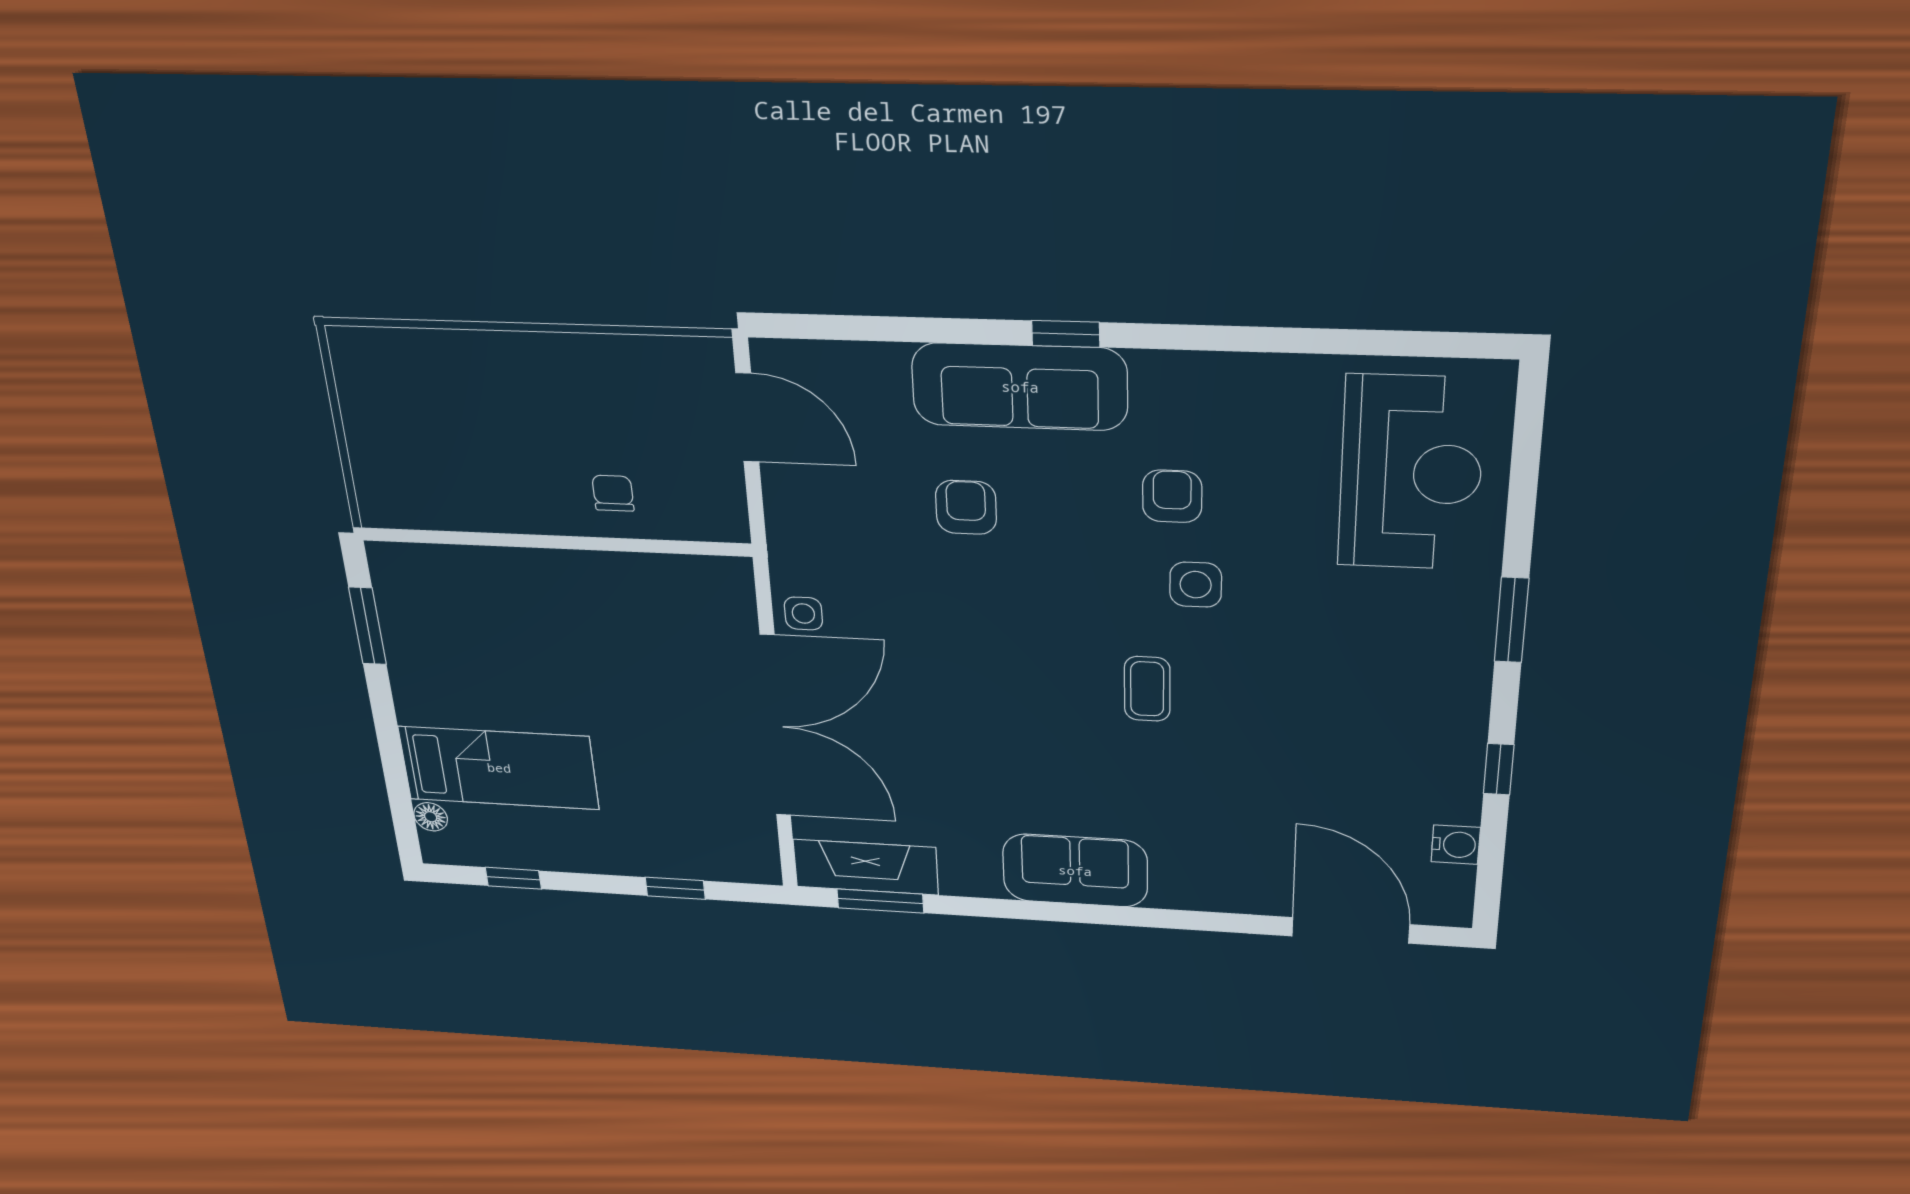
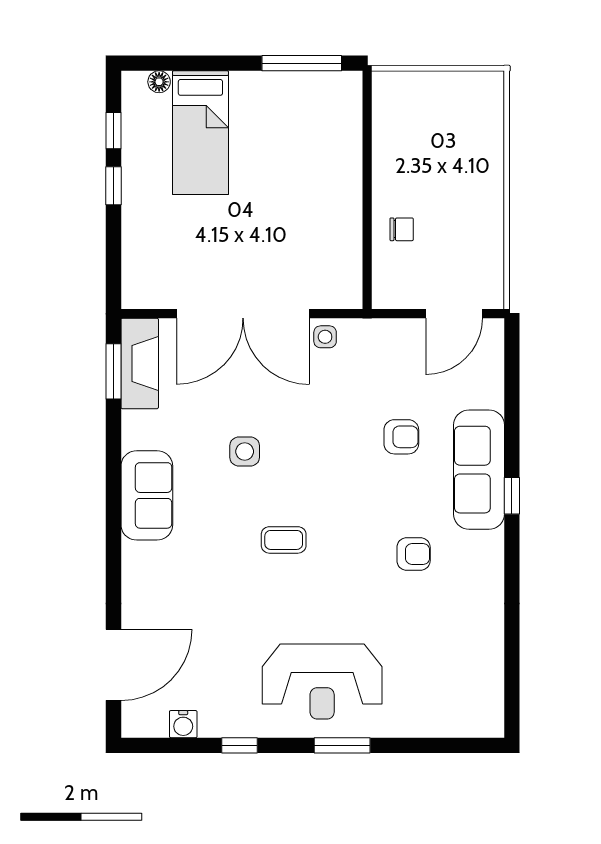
reception desk: (1411, 473) -> (322, 682), moved
side table: (1196, 585) -> (245, 452), moved
window: (368, 626) -> (302, 63), width x1.44
window: (675, 888) -> (113, 186), moved

